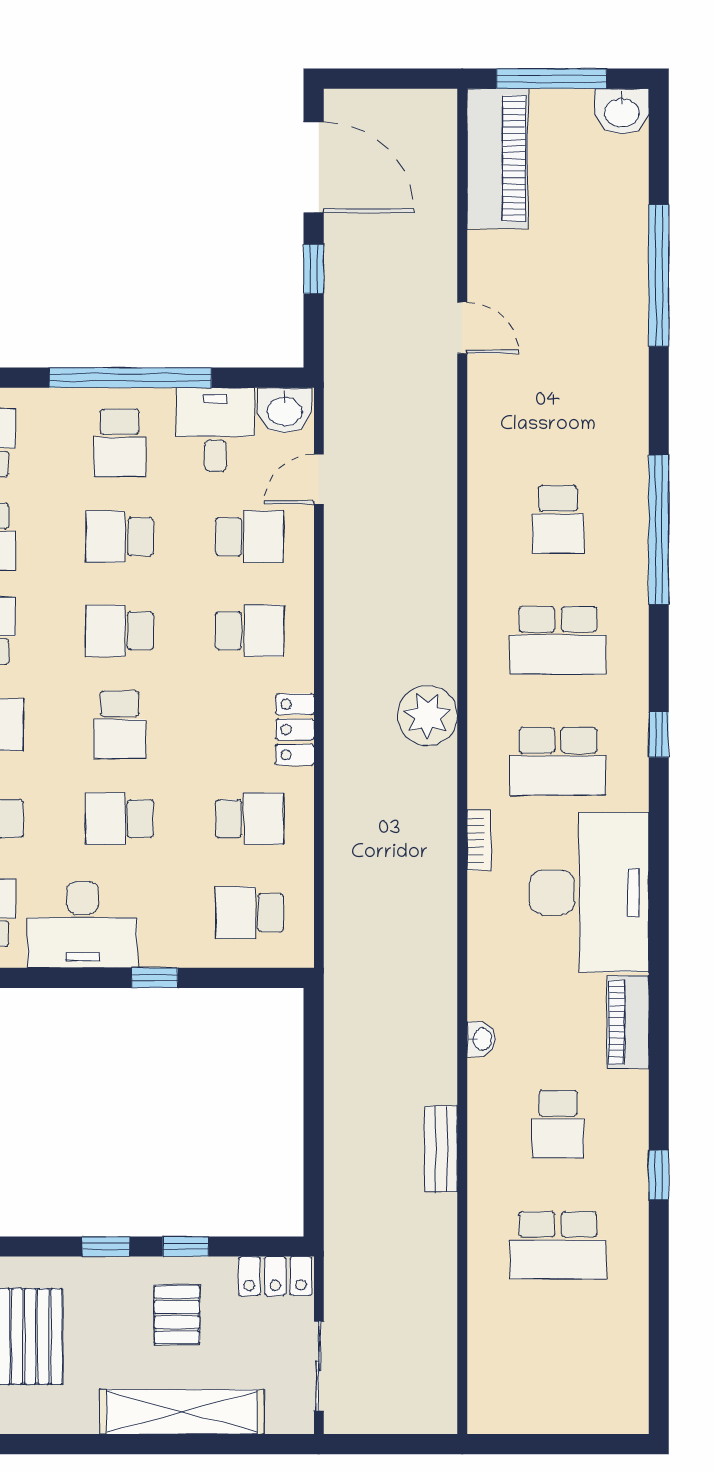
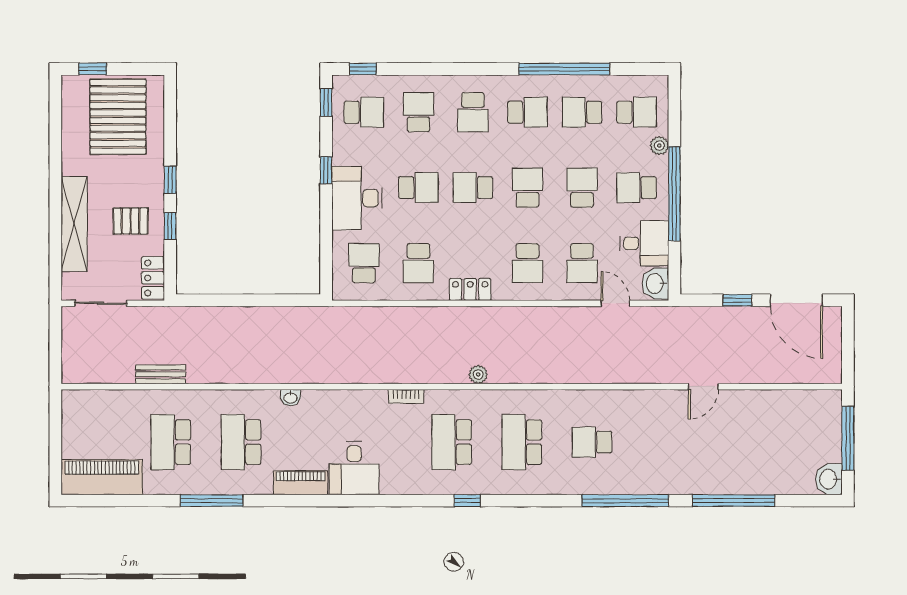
piano: (497, 158) -> (102, 477), moved, turned 180
door: (314, 167) -> (796, 300), hinge flipped
plant: (47, 404) -> (659, 146), added
window: (659, 530) -> (625, 501), moved
plant: (427, 716) -> (478, 374), width x0.53, depth x0.53
school desk: (119, 819) -> (418, 188), turned 90
desk: (589, 892) -> (354, 468), width x0.53, depth x0.77
desk: (83, 925) -> (357, 198), moved
window: (155, 978) -> (326, 170), moved
school desk: (558, 1124) -> (241, 442), width x1.85
bench: (441, 1149) -> (161, 374), moved
window: (659, 1175) -> (212, 501), width x2.17

